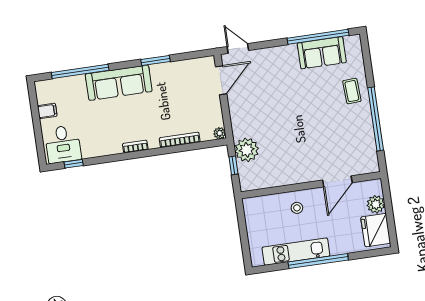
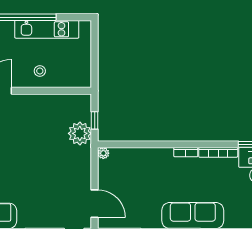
door: (221, 80) -> (95, 204), swing flipped
bookcase: (180, 140) -> (218, 152), moved

